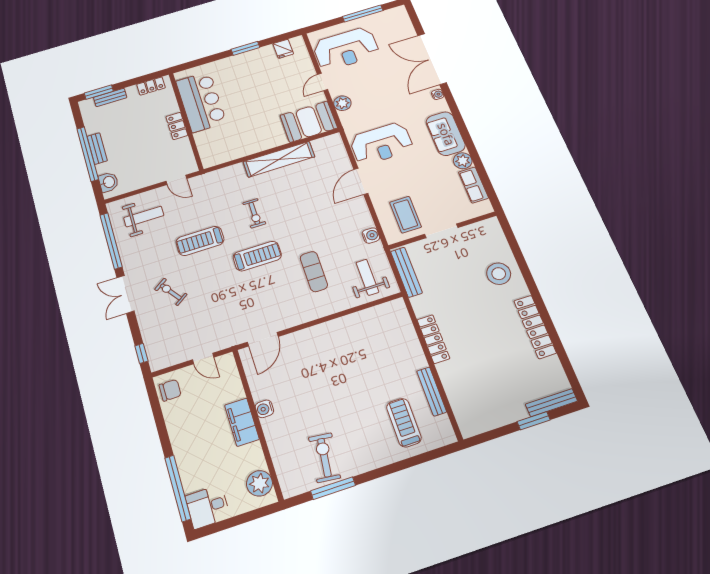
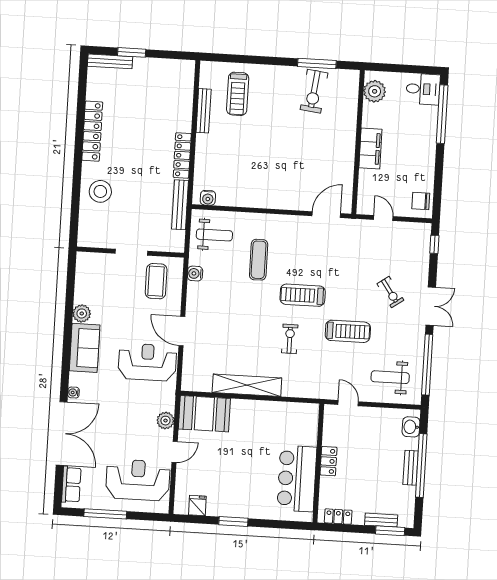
door: (361, 181) -> (182, 331), swing flipped
row of seats: (473, 185) -> (71, 485), moved
bench: (406, 272) -> (180, 205), moved
weight bench: (367, 277) -> (214, 235), turned -90
water cooler: (264, 409) -> (208, 198), moved, turned 90

